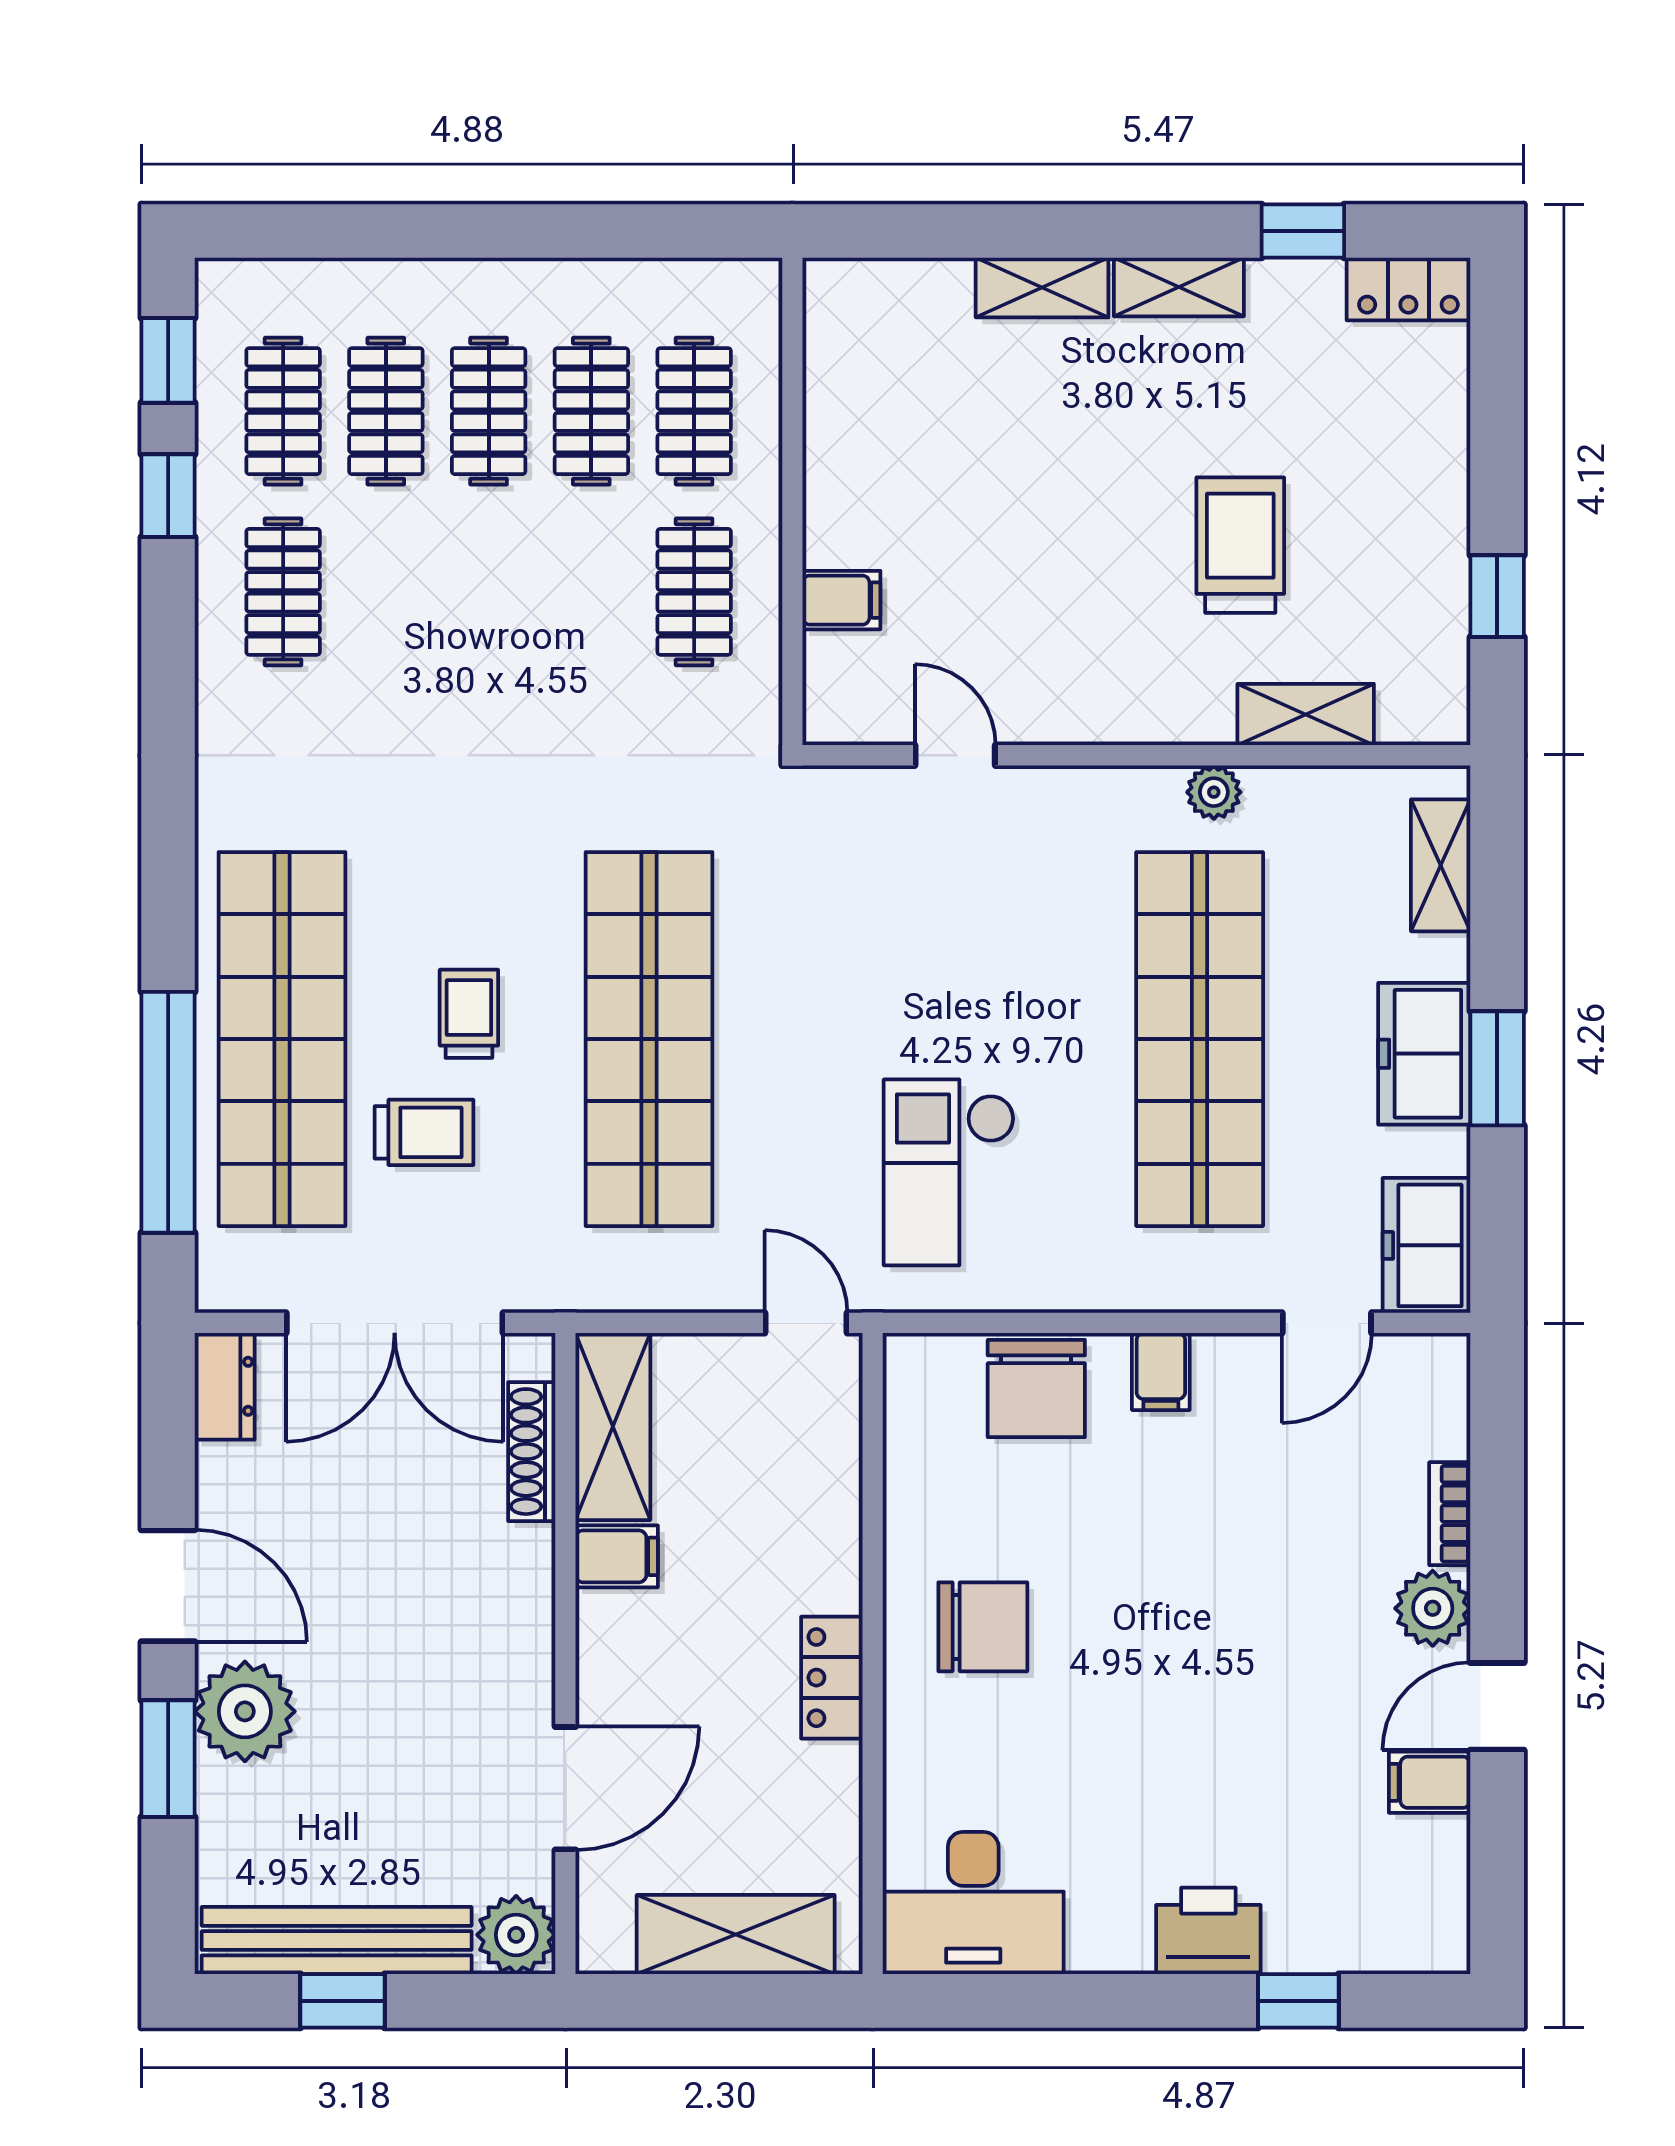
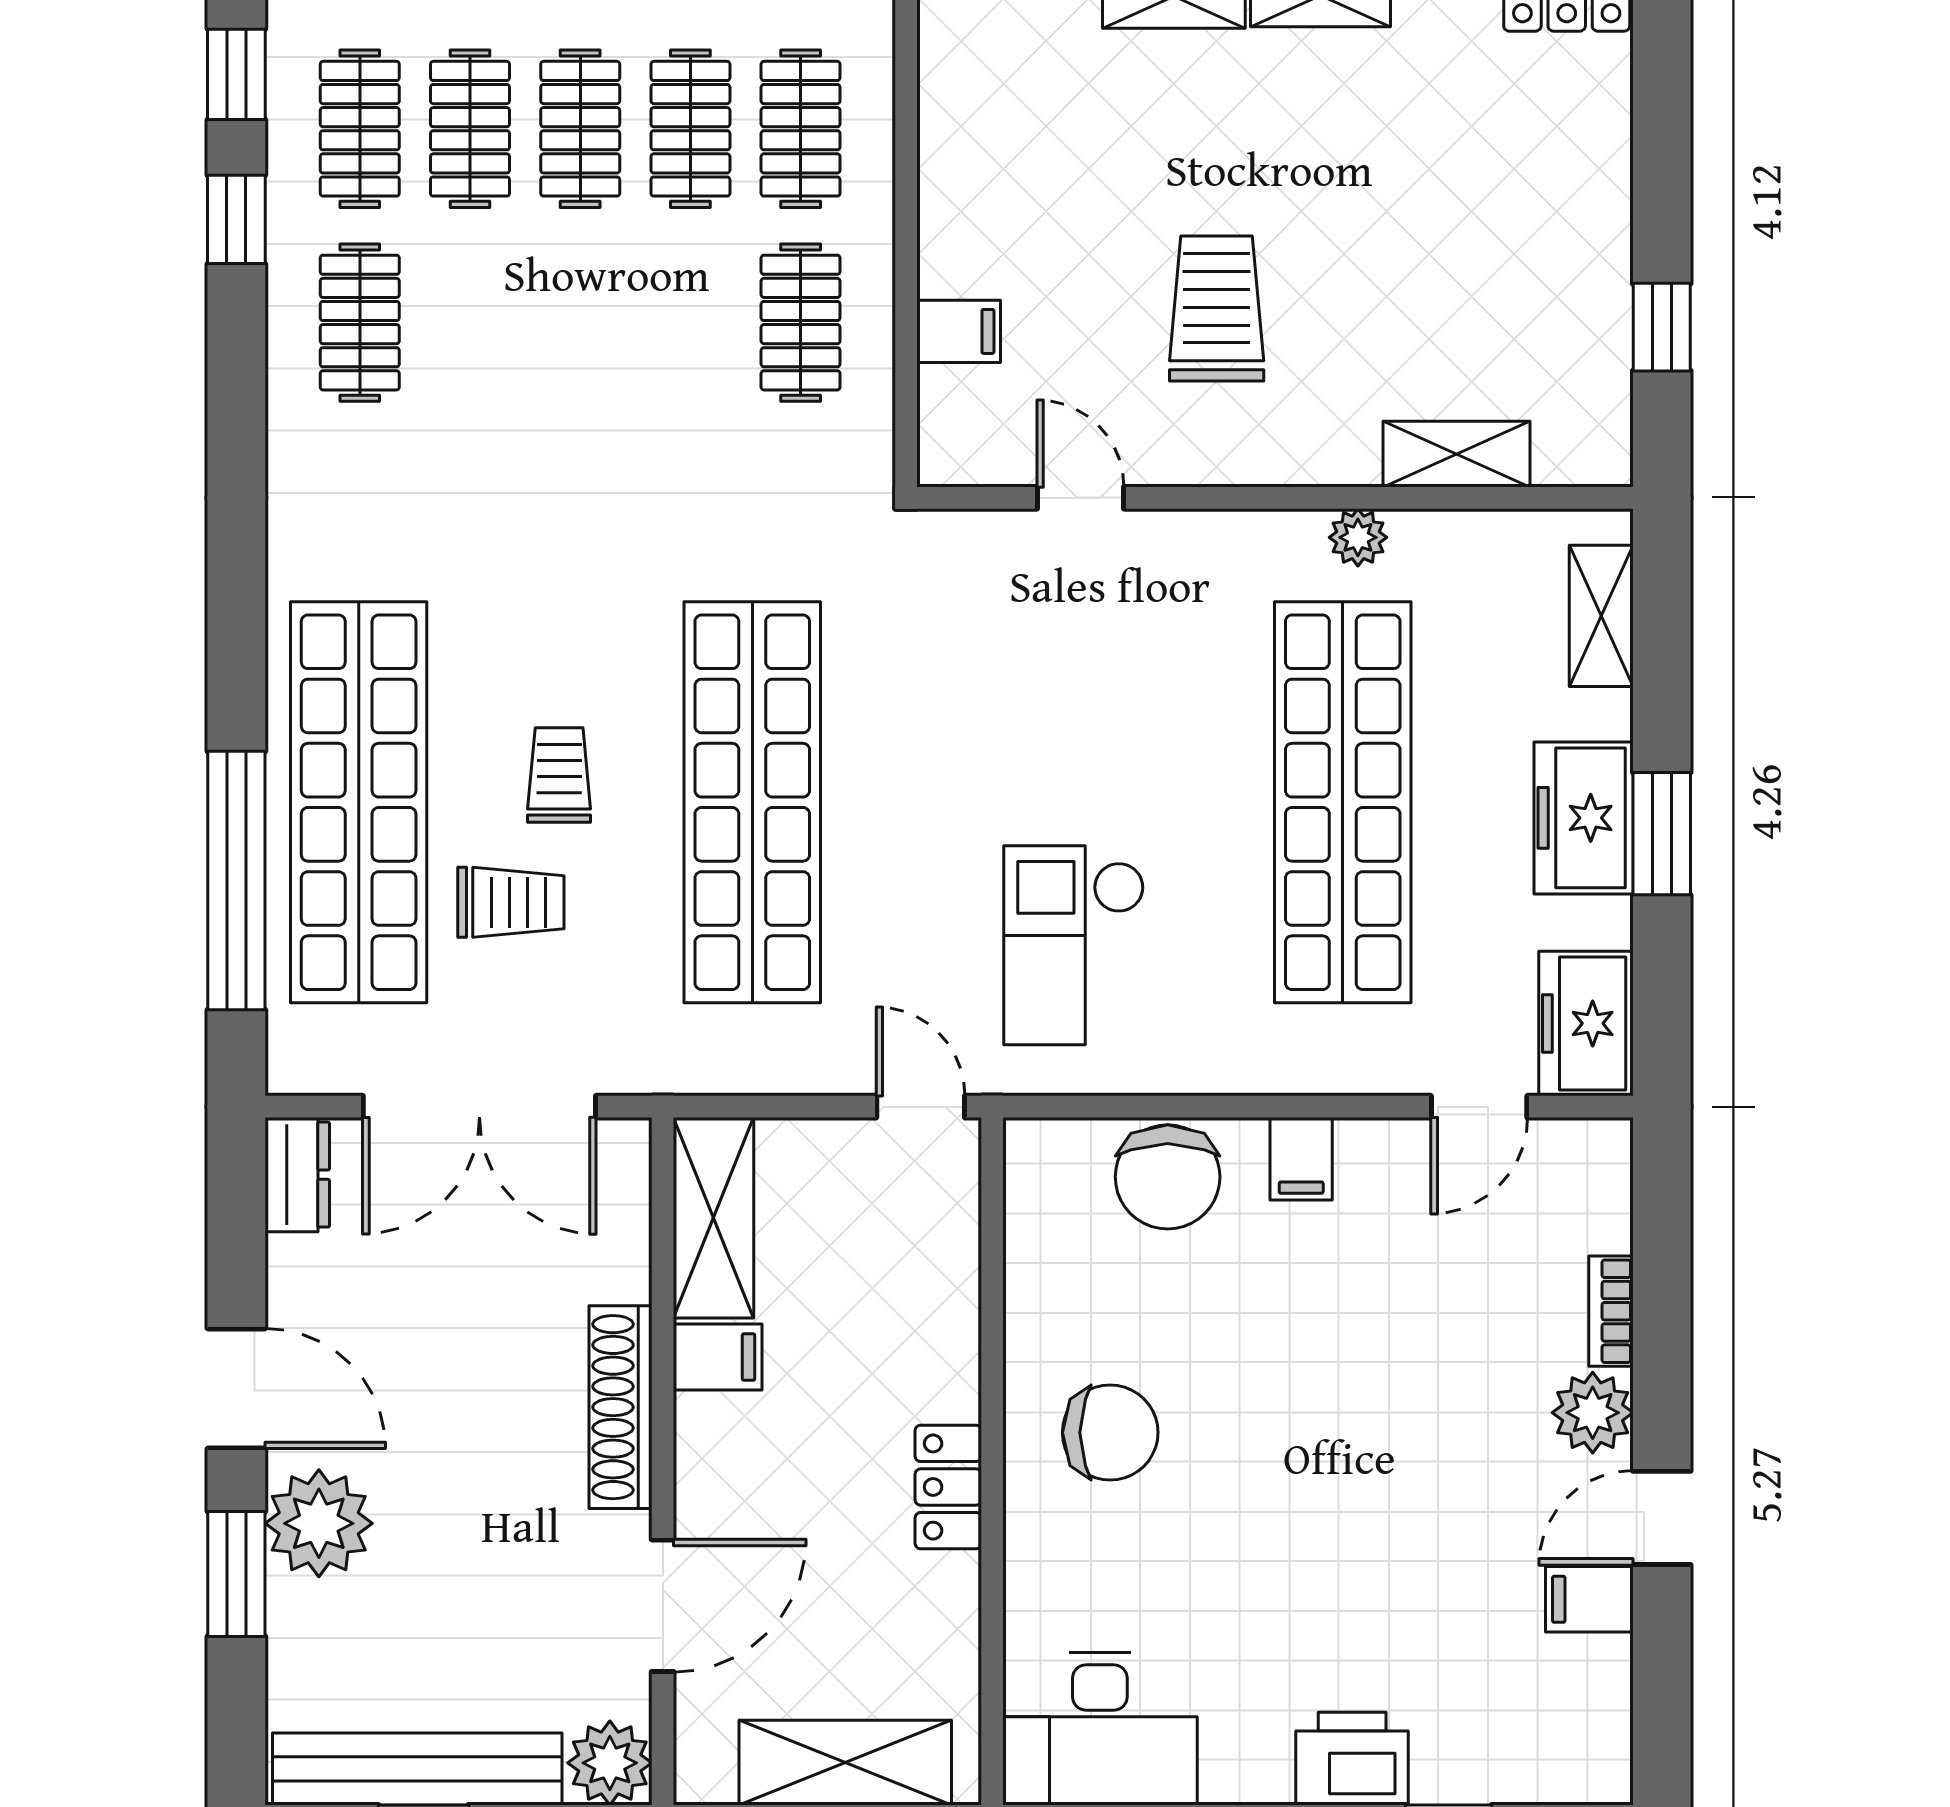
trolley: (1240, 545) -> (1217, 308), moved
shoe rack: (532, 1452) -> (620, 1407), moved, width x1.36, depth x1.24

